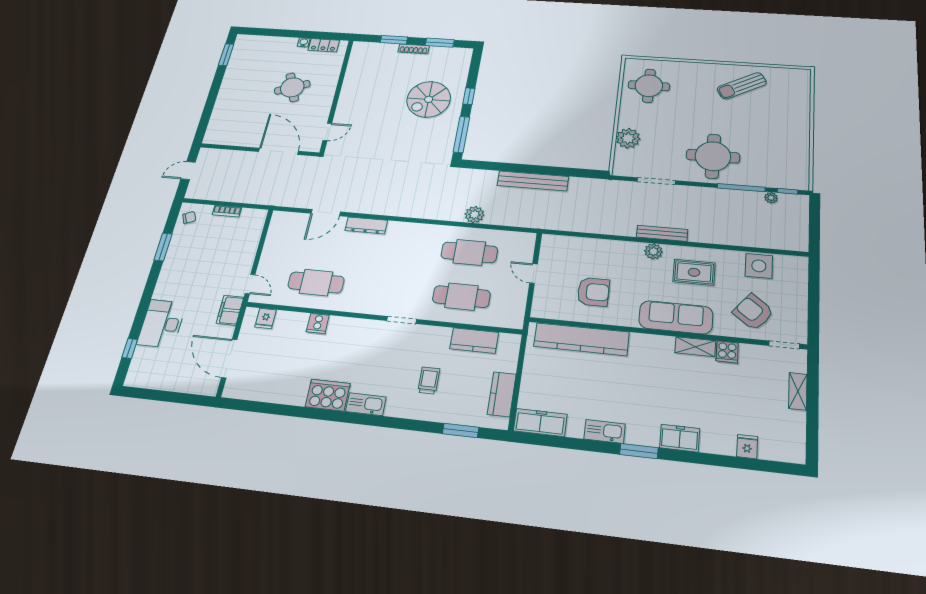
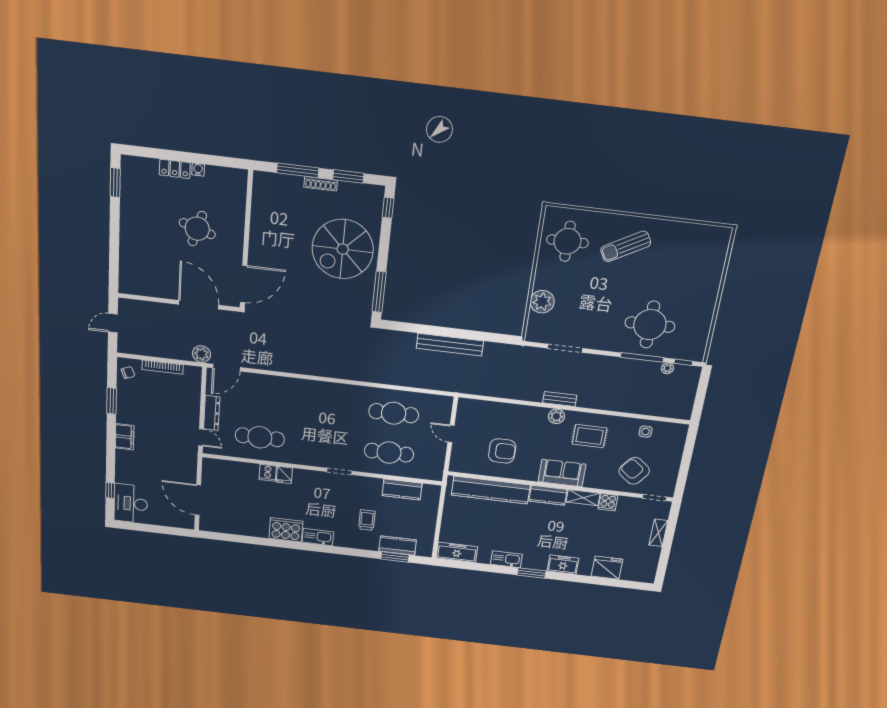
window: (394, 40) -> (298, 170), width x1.44
locker: (324, 45) -> (175, 169), moved
sun lounger: (742, 86) -> (626, 246), moved
round table: (292, 87) -> (197, 229), turned 38
window: (469, 96) -> (388, 208), moved
spiral stairs: (429, 99) -> (343, 249), width x1.37, depth x1.37
door: (327, 132) -> (244, 284), width x1.87
round table: (713, 156) -> (650, 325), moved
bookcase: (227, 211) -> (163, 367), width x1.56
door: (326, 213) -> (227, 368), moved
plant: (474, 215) -> (201, 354), moved
dresser: (366, 225) -> (212, 413), moved, turned -90
bench: (662, 233) -> (560, 399), width x0.73
side table: (759, 266) -> (646, 432), width x0.54, depth x0.54
filing cabinet: (230, 310) -> (125, 437), moved, turned 180
sofa: (676, 317) -> (562, 473), width x0.73
fridge: (266, 318) -> (284, 475), moved
desk: (162, 324) -> (131, 504), moved
kitchen counter: (652, 344) -> (548, 495), added
kitchen counter: (502, 394) -> (398, 546), moved, turned 90
fridge: (747, 447) -> (607, 568), width x1.88, depth x1.34

